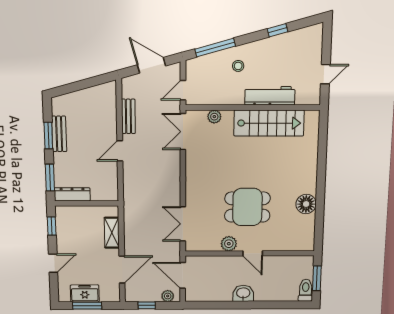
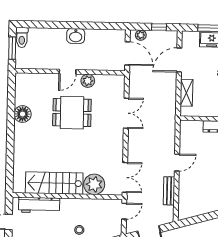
workbench: (270, 96) -> (39, 205), moved
plant: (214, 117) -> (94, 184), width x1.88, depth x1.88
double door: (183, 224) -> (126, 113), moved
door: (253, 253) -> (68, 72), swing flipped

